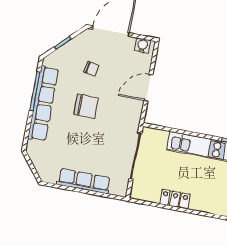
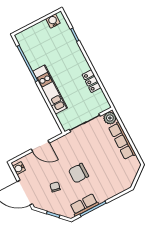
row of seats: (43, 104) -> (84, 205), width x0.50
chair: (86, 106) -> (79, 173), turned -90
plant: (119, 187) -> (110, 118), added

